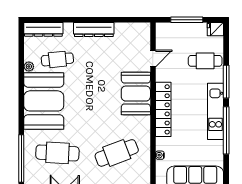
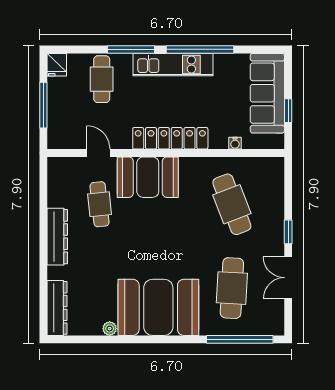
cafe table: (57, 59) -> (100, 204), moved

